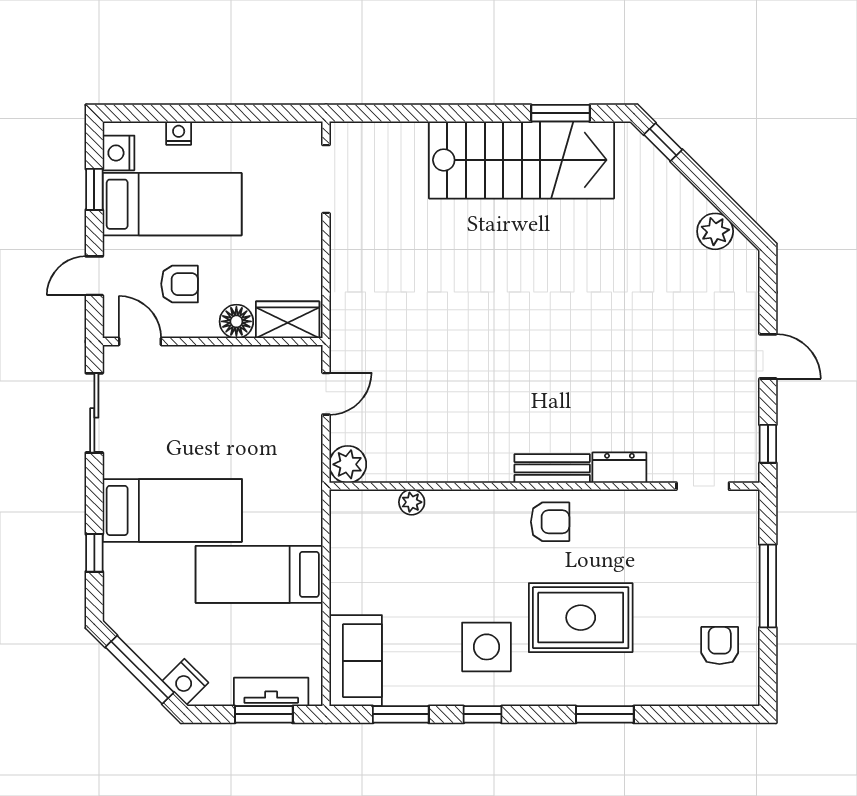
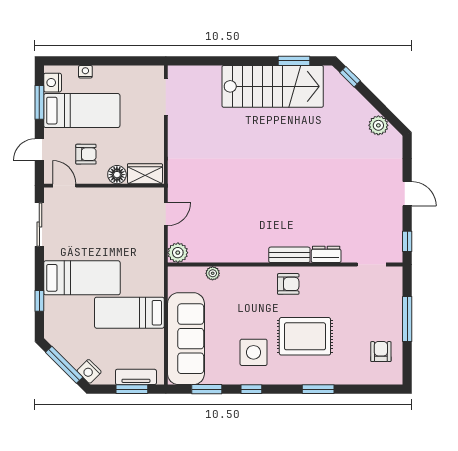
window: (94, 189) -> (39, 102), width x1.50
sofa: (356, 661) -> (186, 339), width x1.85, depth x1.27

